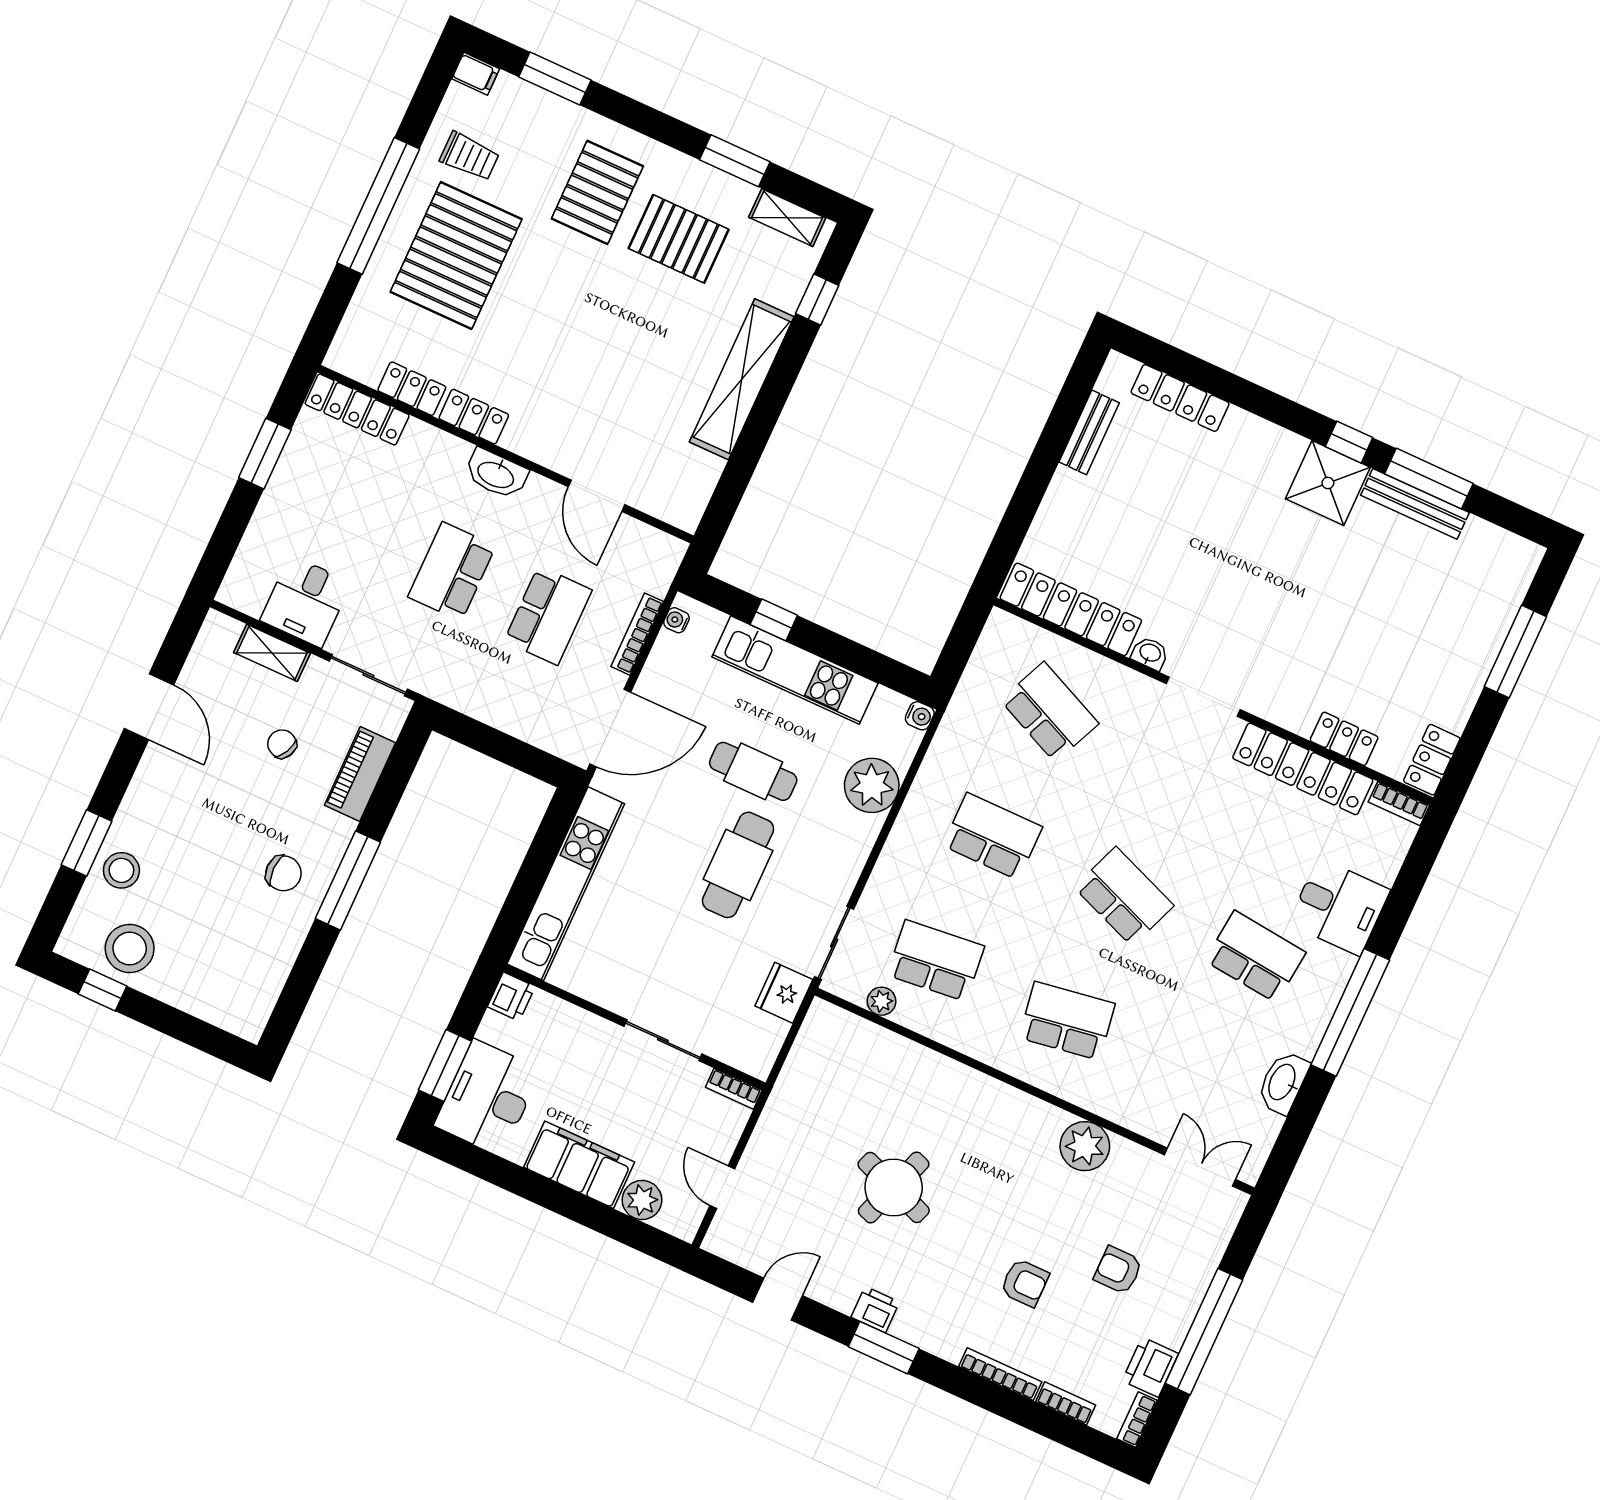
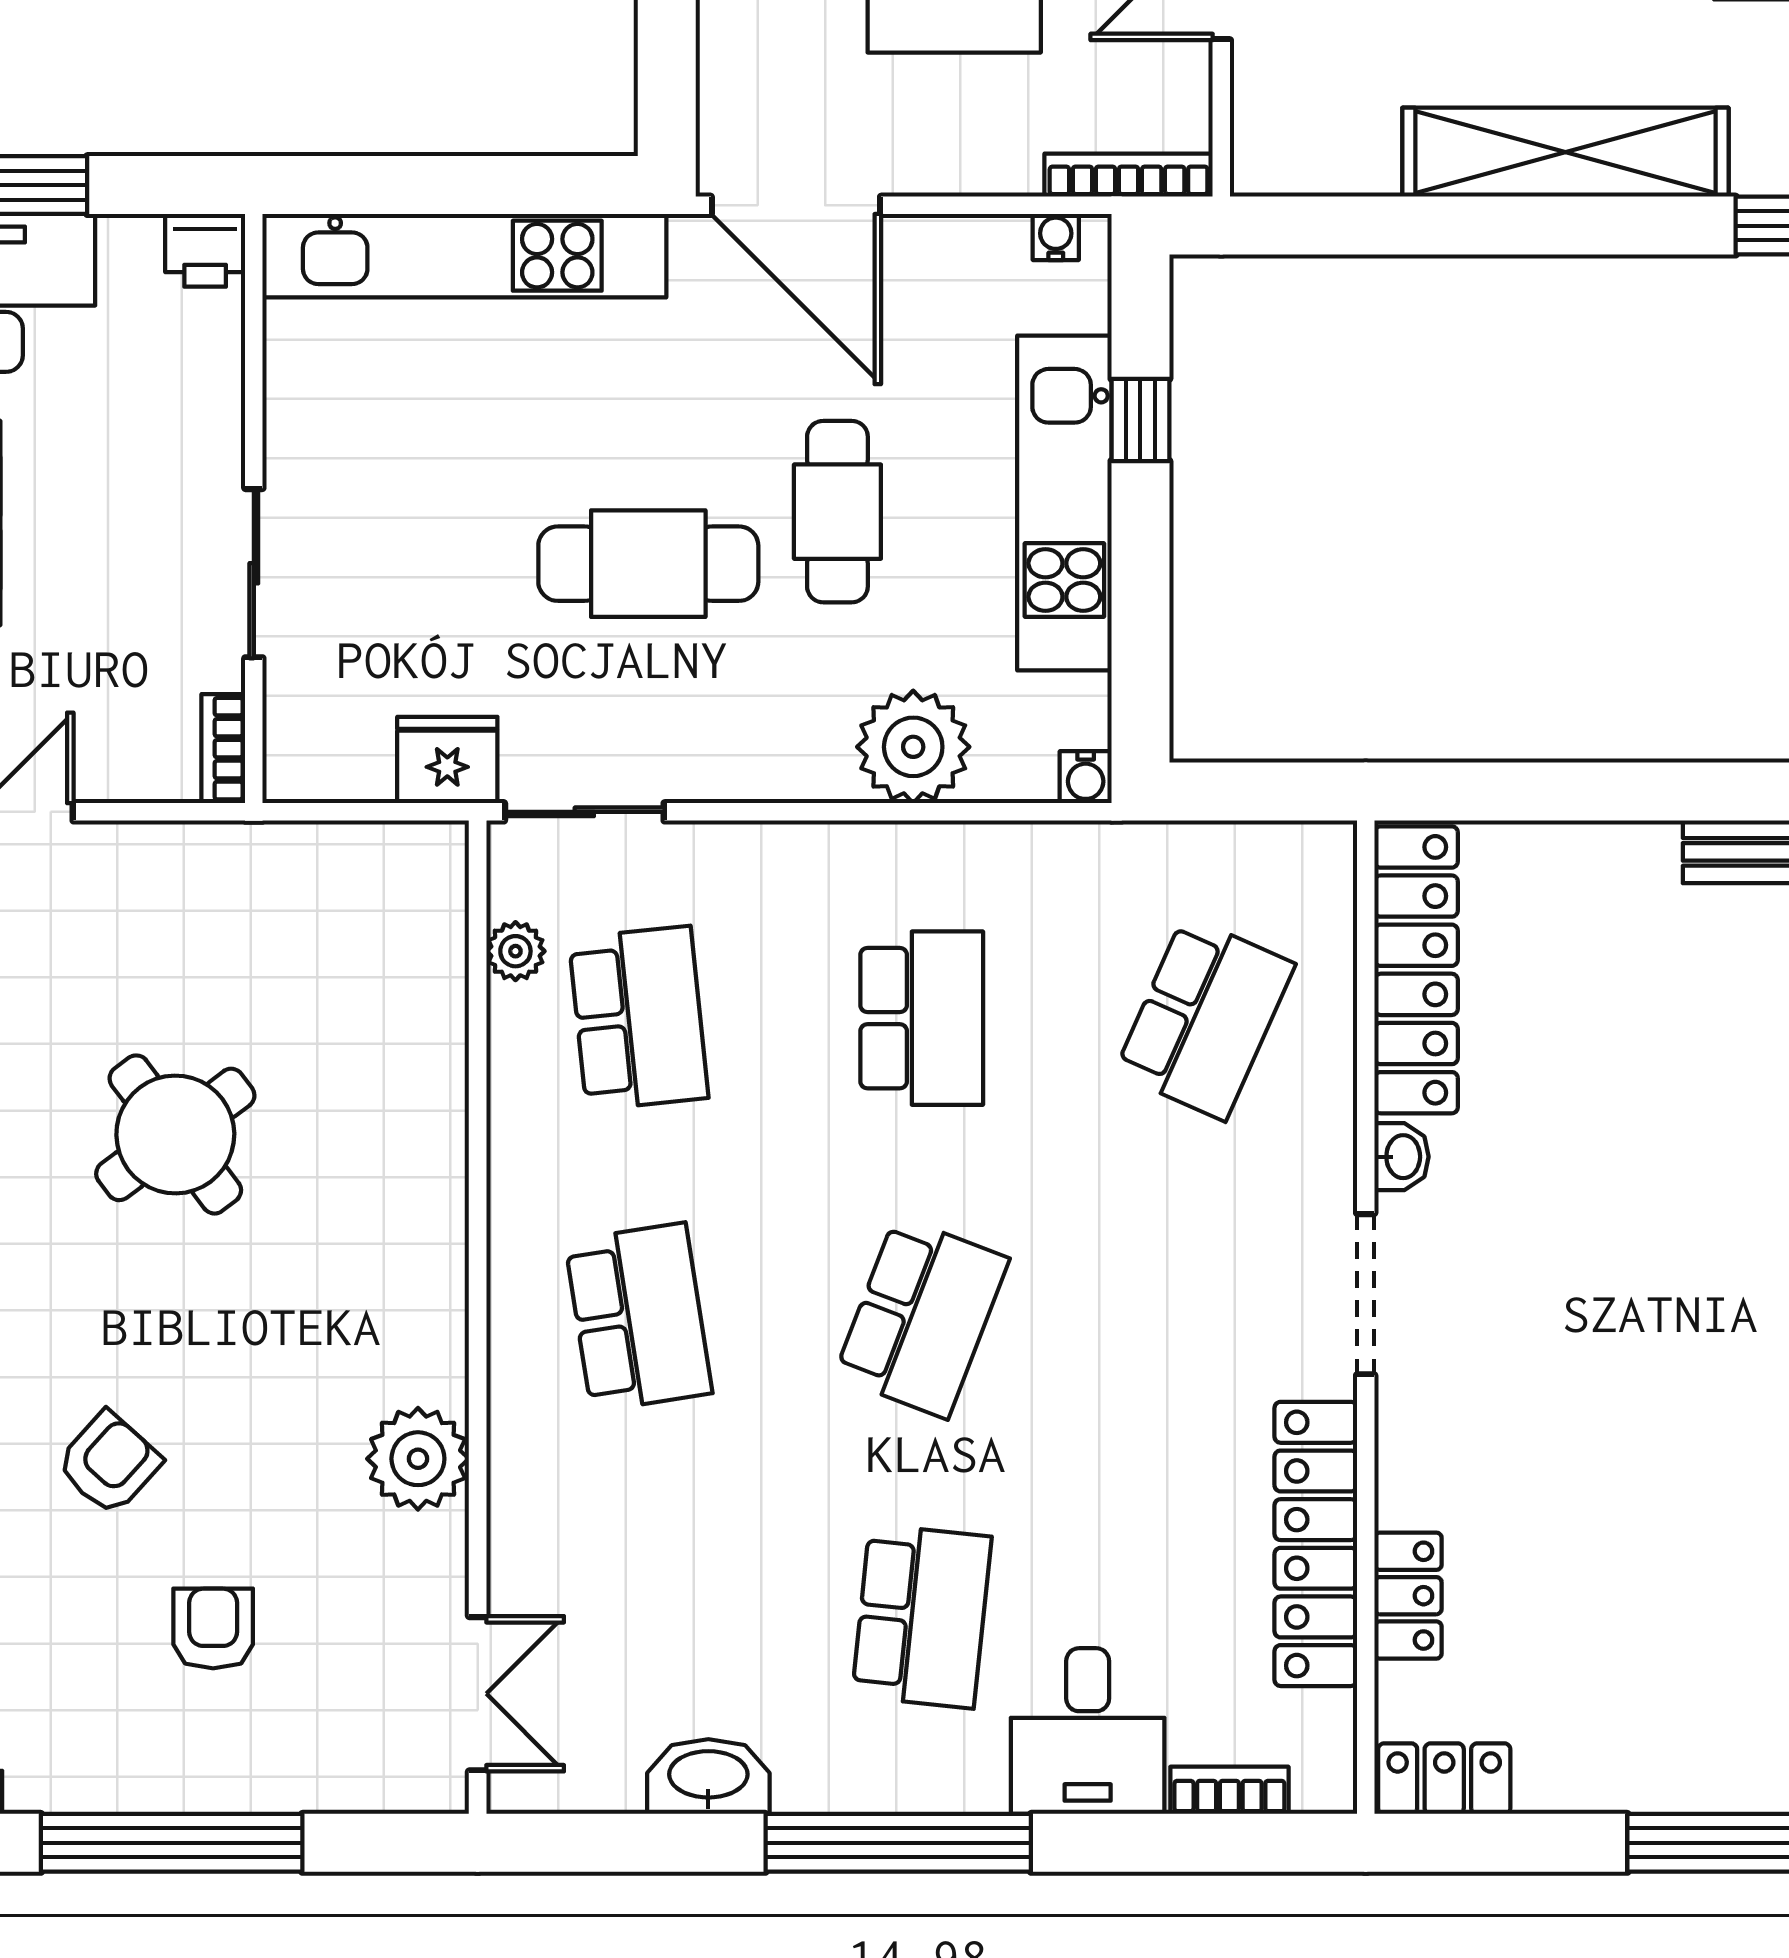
bookcase: (637, 634) -> (1129, 175), moved
bookcase: (1399, 804) -> (1229, 1790), moved, turned 90
round table: (894, 1187) -> (175, 1134), turned 33
armchair: (1025, 1283) -> (109, 1463), turned -138
printer: (1150, 1367) -> (58, 1772), removed

